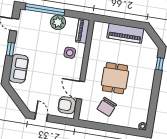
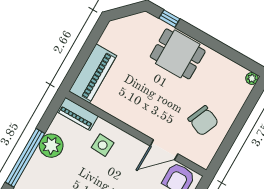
piano: (125, 33) -> (93, 73), moved
dining table: (115, 78) -> (178, 54), moved

